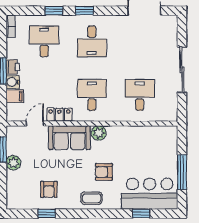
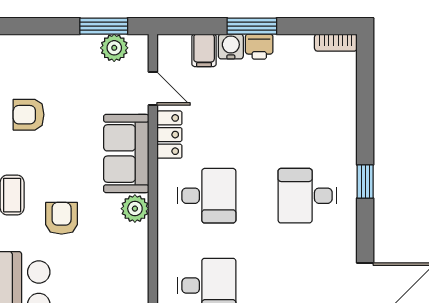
window: (54, 11) -> (365, 124), removed
desk: (44, 41) -> (307, 106), removed
plant: (13, 163) -> (114, 48), moved

